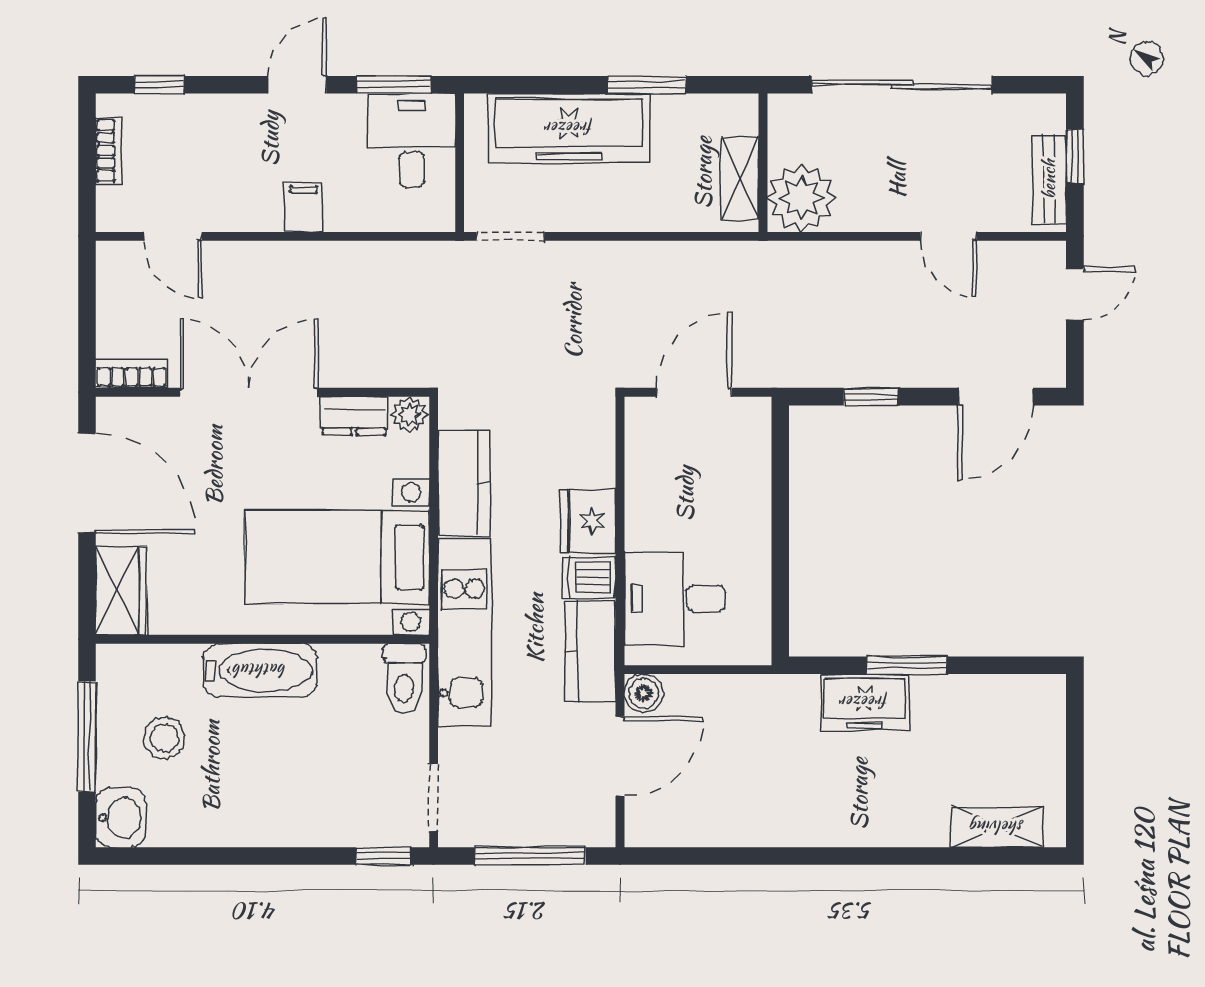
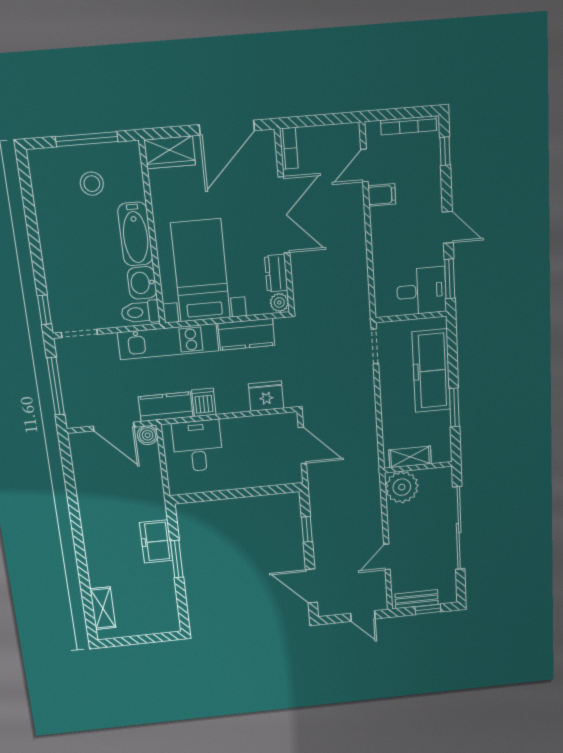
bookcase: (109, 151) -> (409, 125), width x1.56
filing cabinet: (303, 207) -> (382, 195), moved
fridge: (588, 521) -> (266, 396), moved
washbasin: (121, 818) -> (142, 283), moved, turned 90

